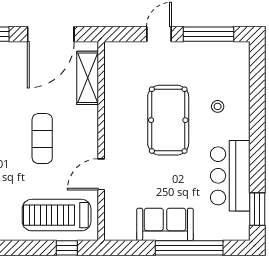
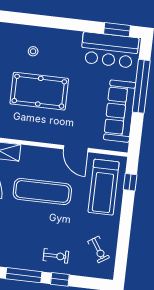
exercise mat: (42, 139) -> (42, 191), width x1.36, depth x1.45
bar counter: (230, 176) -> (110, 50), moved
sofa: (165, 224) -> (120, 111), width x1.36

